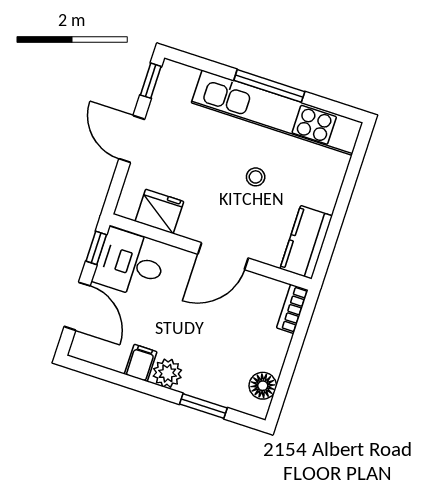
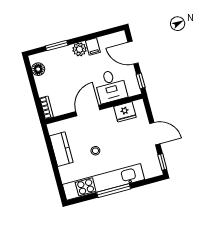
kitchen counter: (306, 242) -> (61, 149), moved
desk: (130, 263) -> (111, 86), moved, turned 90

